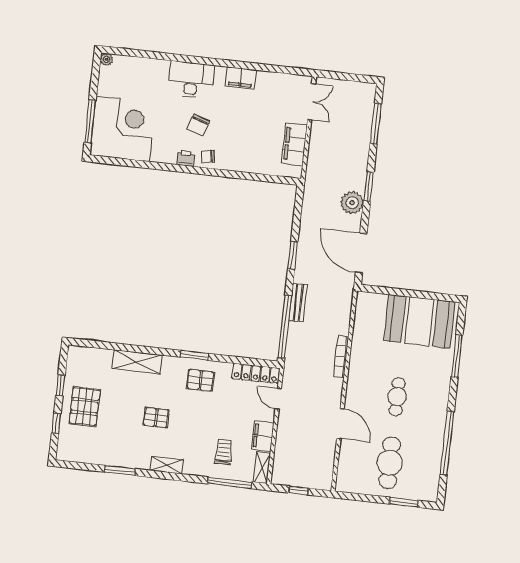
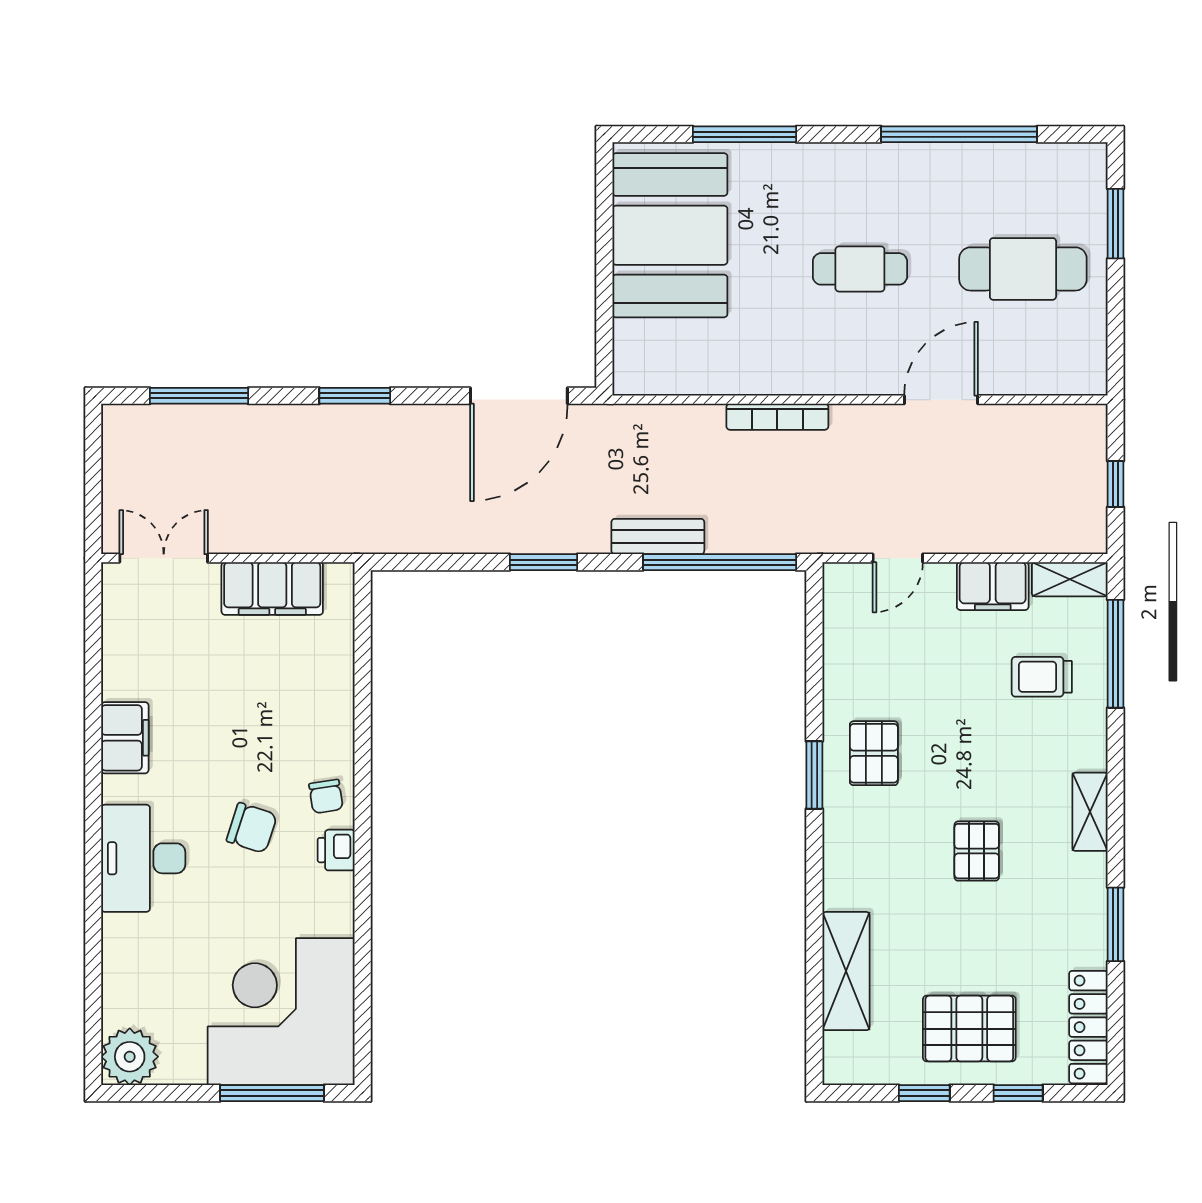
plant: (107, 59) -> (130, 1057), width x1.88, depth x1.88
plant: (352, 203) -> (399, 432), removed
shelving: (137, 362) -> (846, 971), moved
locker: (256, 373) -> (1088, 1027), moved, turned 180

